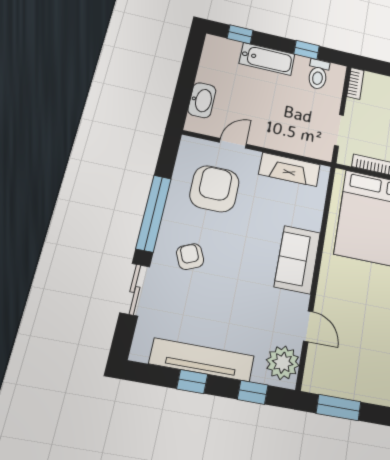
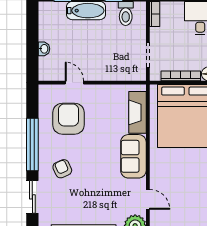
washbasin: (202, 100) -> (44, 49), width x0.52, depth x0.69
door: (233, 143) -> (74, 83), hinge flipped
fireplace: (289, 169) -> (137, 112), moved, turned 90

